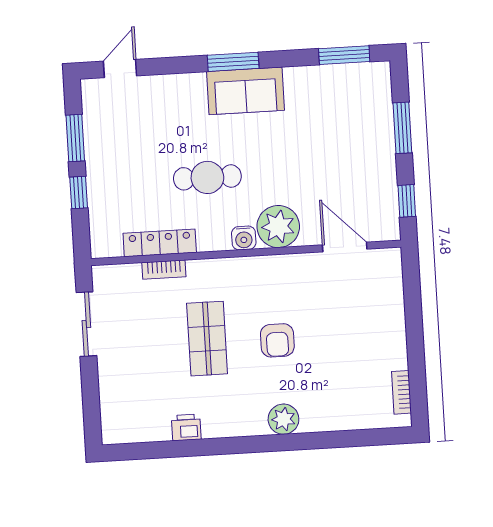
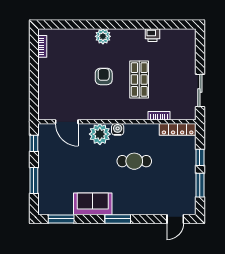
sofa: (245, 91) -> (93, 204), moved
locker: (160, 243) -> (178, 129), moved

